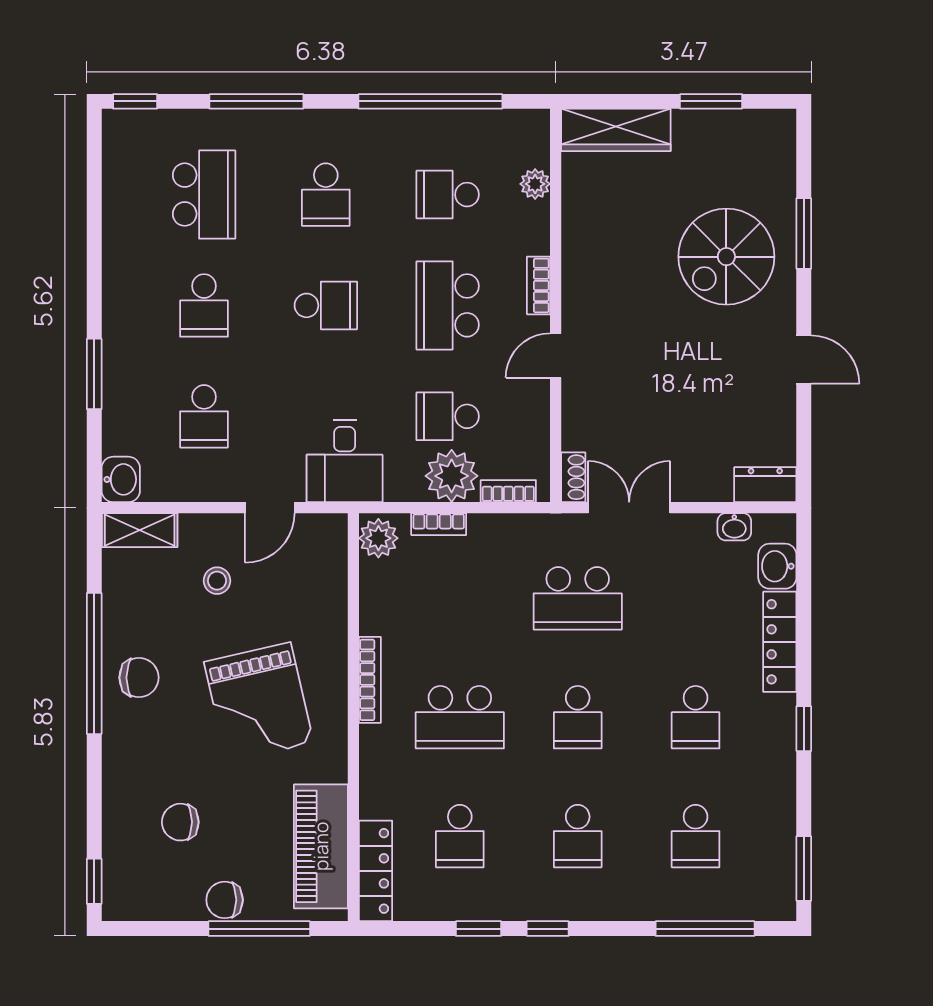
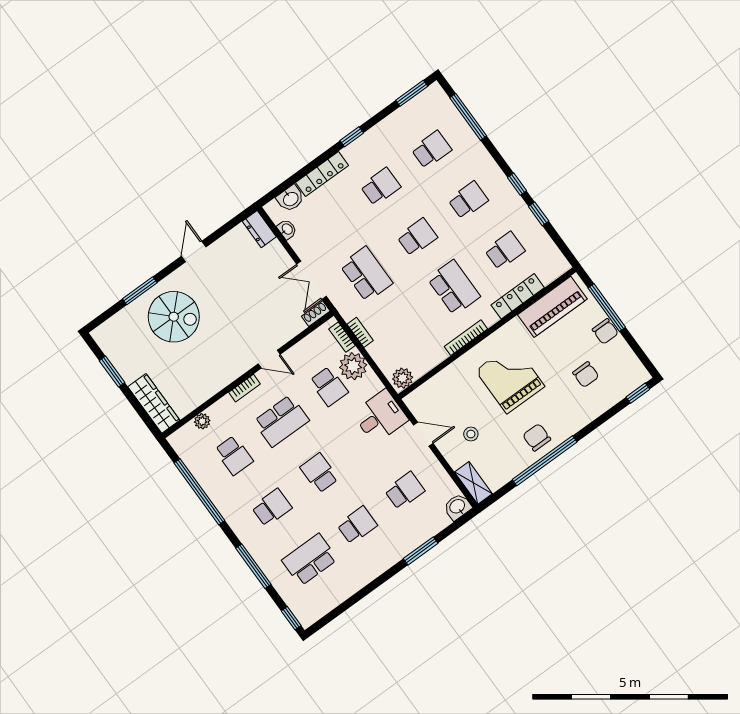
bookcase: (439, 524) -> (360, 332), moved
grand piano: (259, 702) -> (510, 378), turned -77
locker: (376, 871) -> (518, 296), moved

